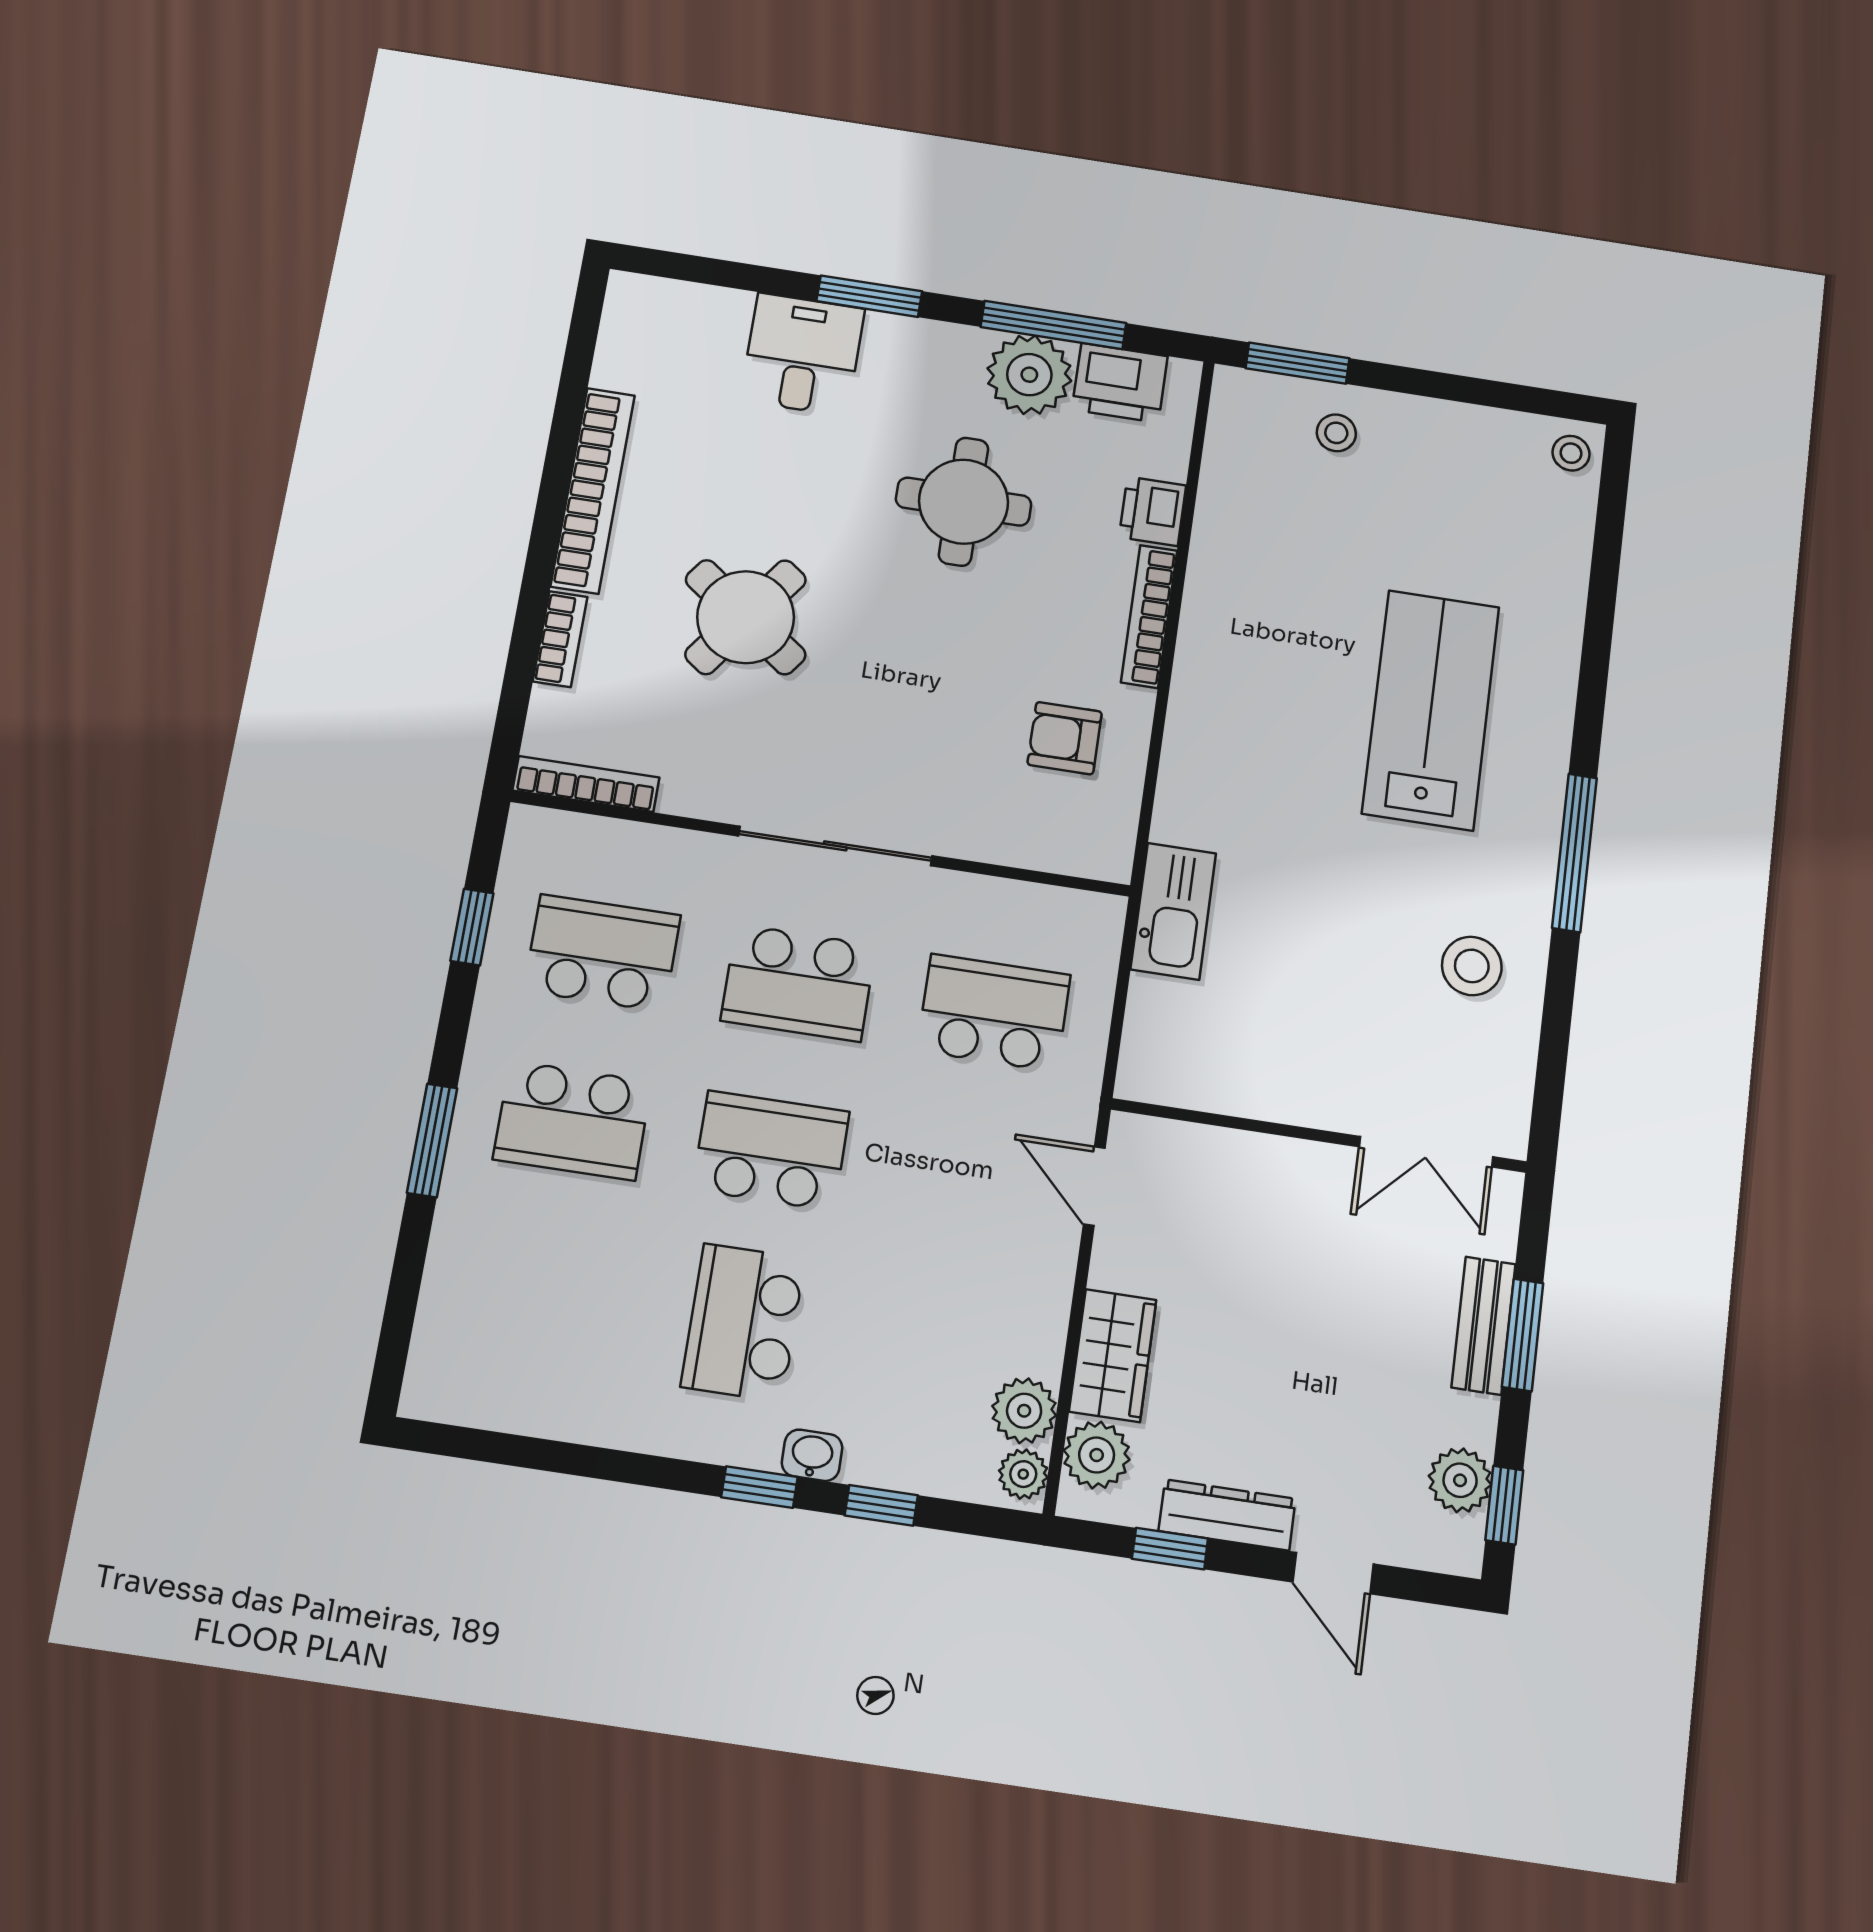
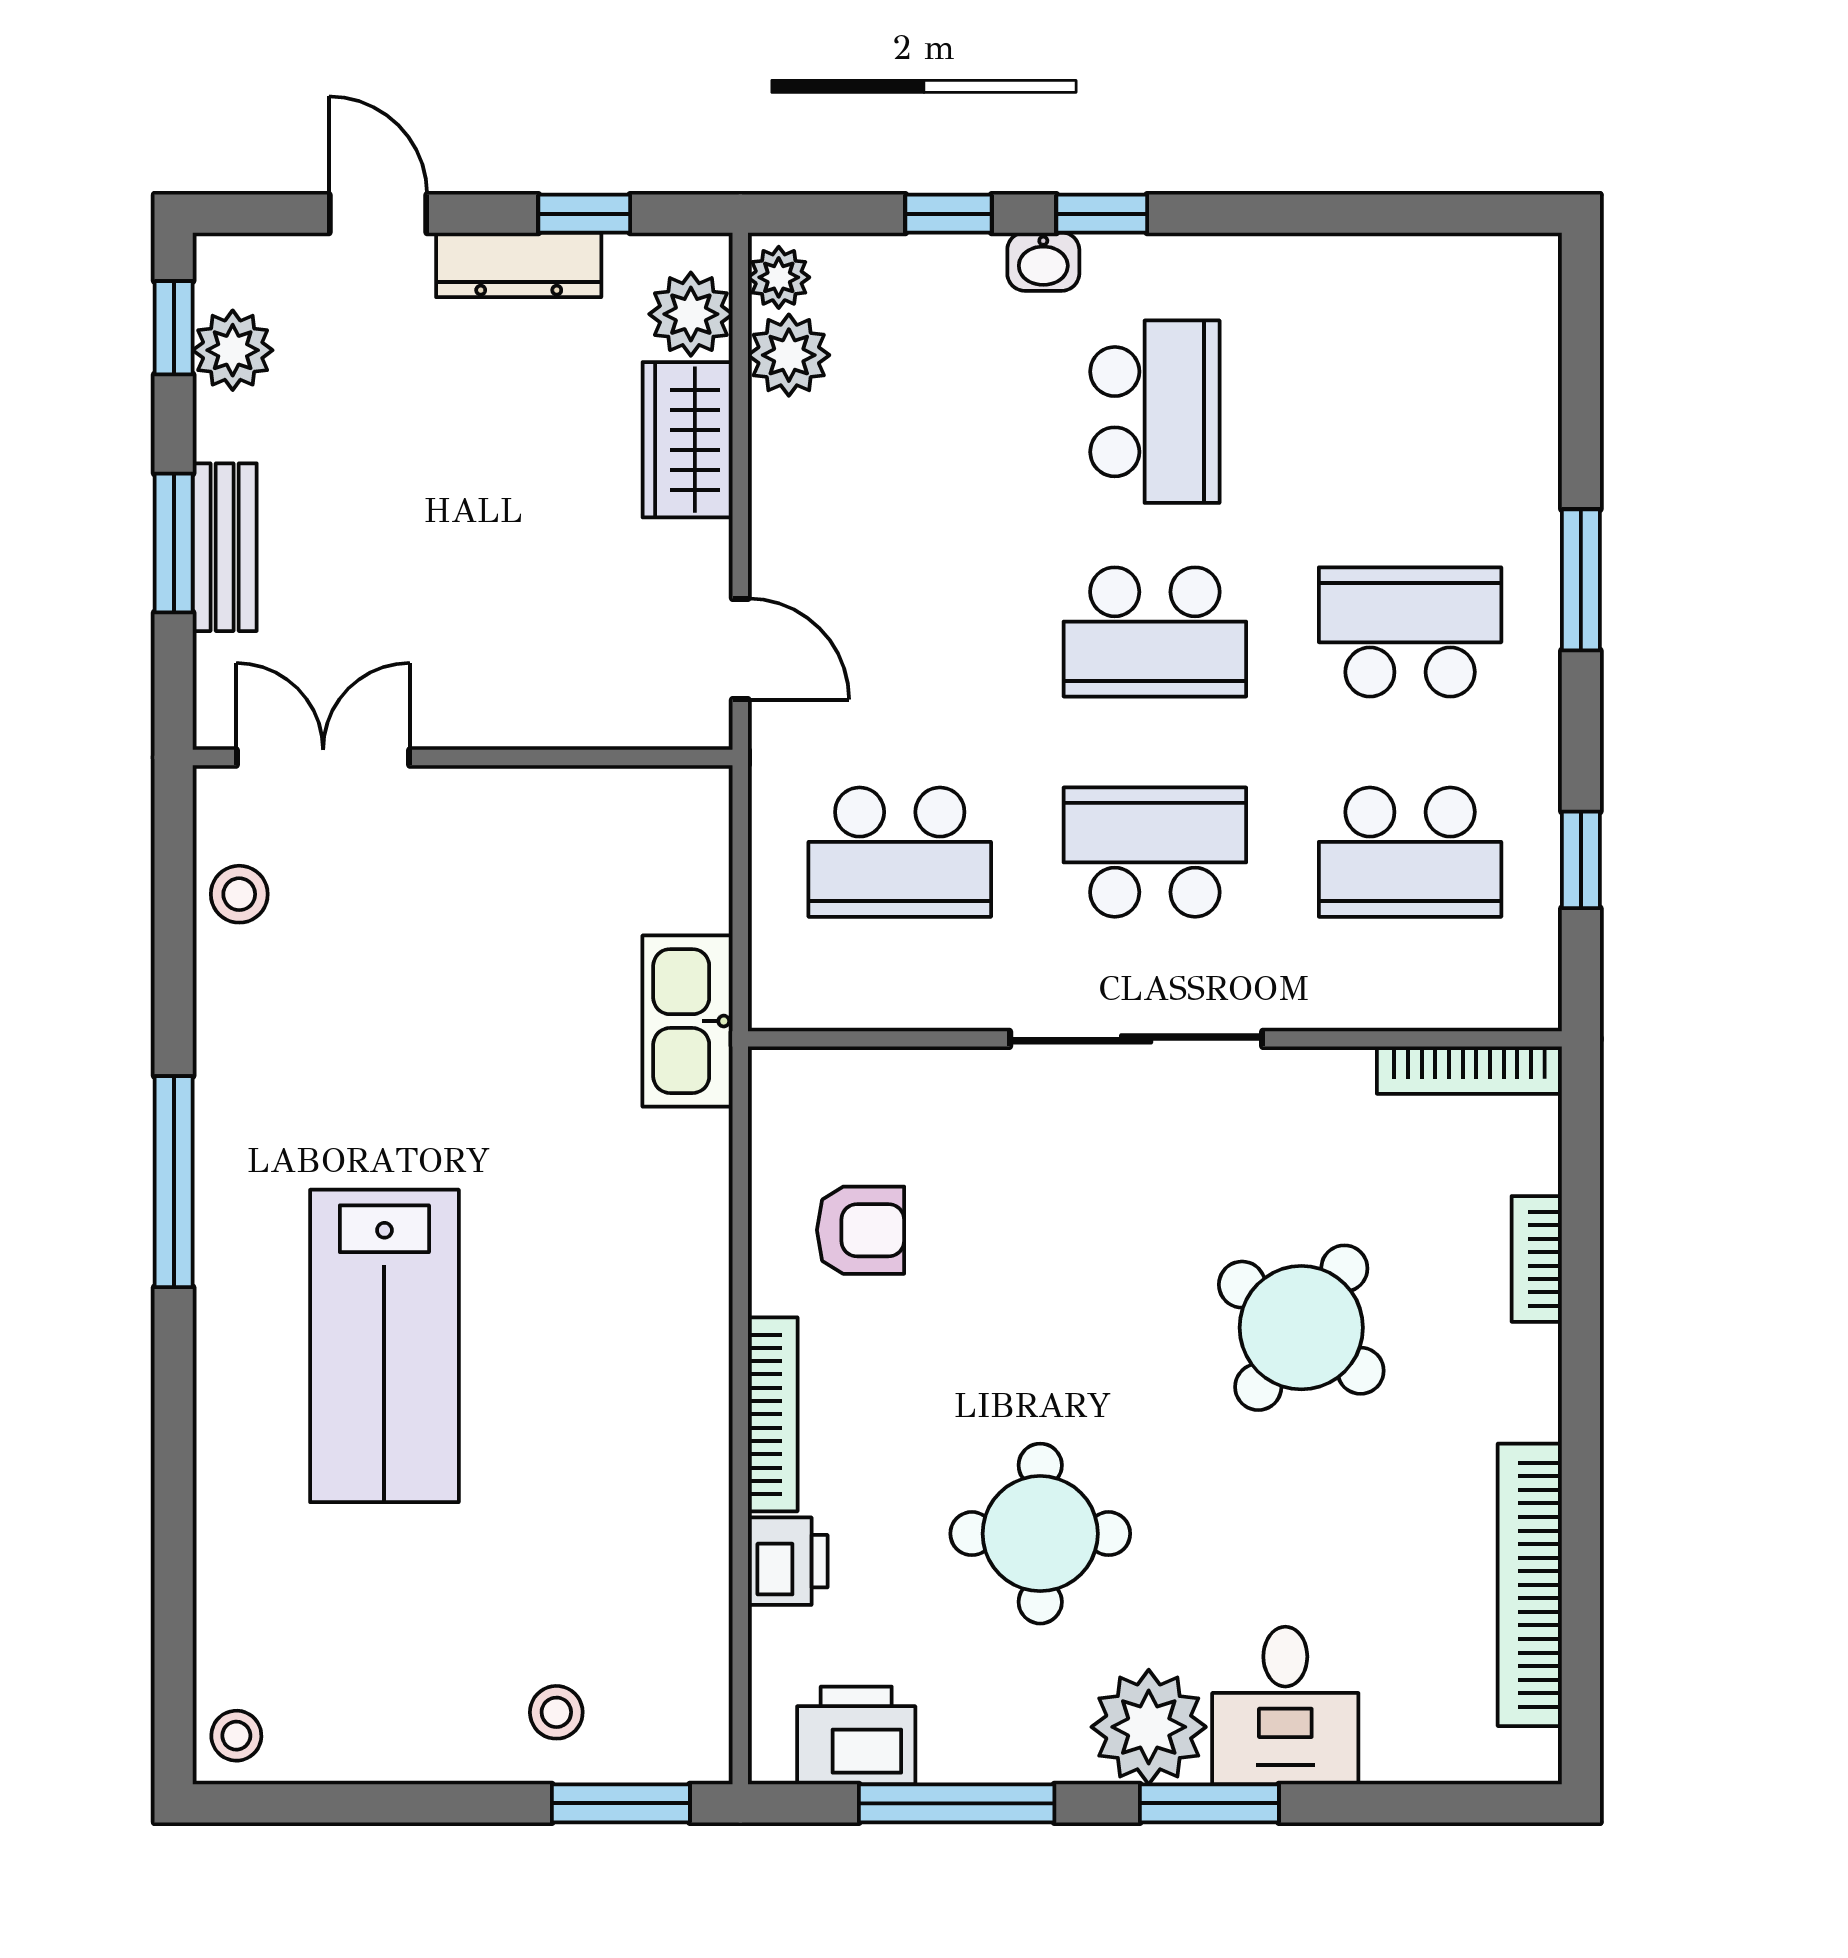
plant: (1029, 375) -> (1149, 1727), moved
bookcase: (593, 490) -> (1530, 1585), moved
stool: (1472, 966) -> (239, 894), moved, width x0.73, depth x0.73

